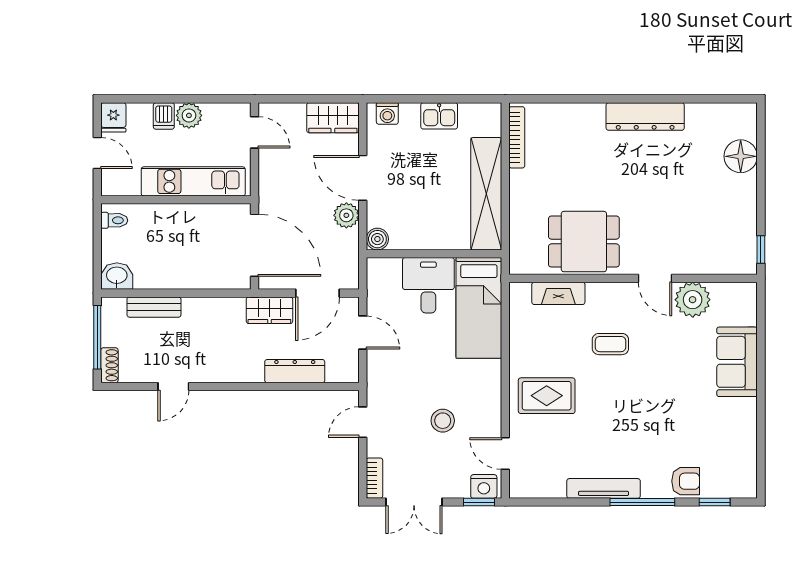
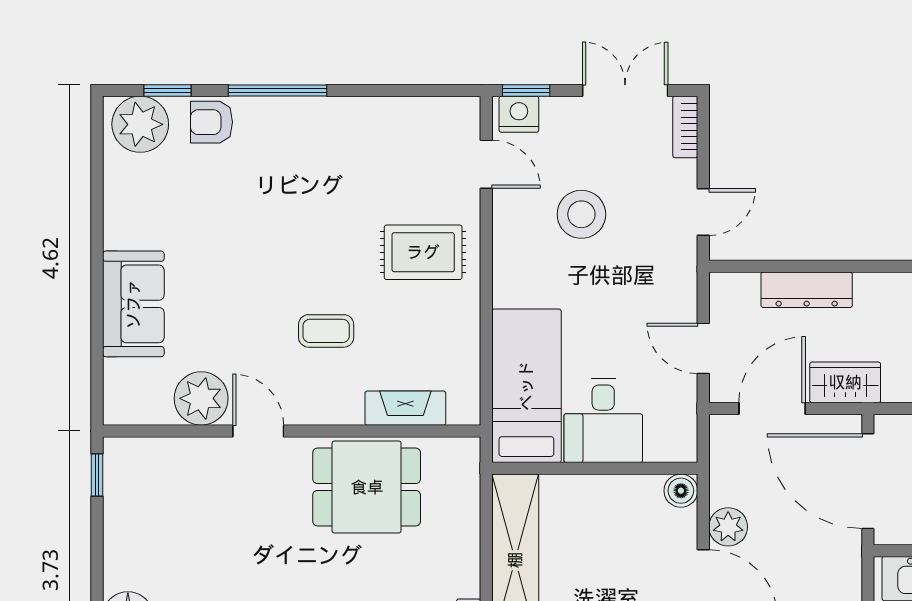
stool: (443, 421) -> (581, 214), width x1.38, depth x1.38
plant: (733, 480) -> (140, 124), added
tv unit: (604, 488) -> (337, 111), removed

